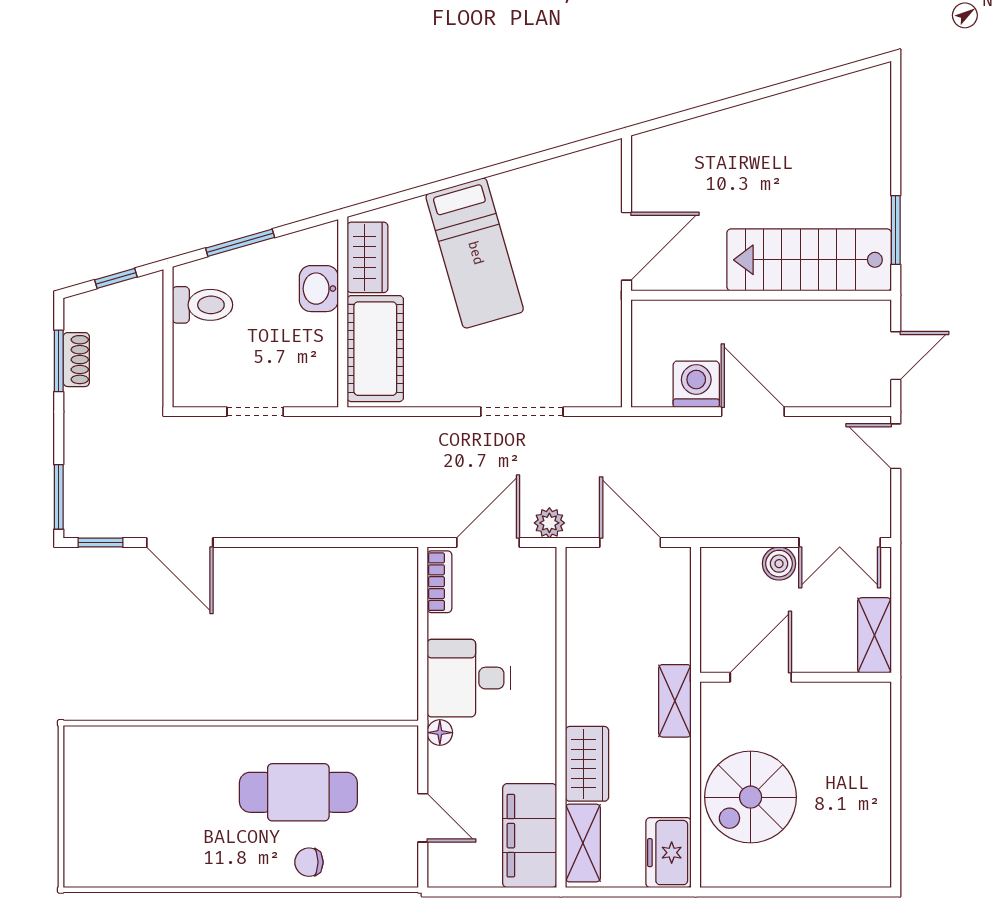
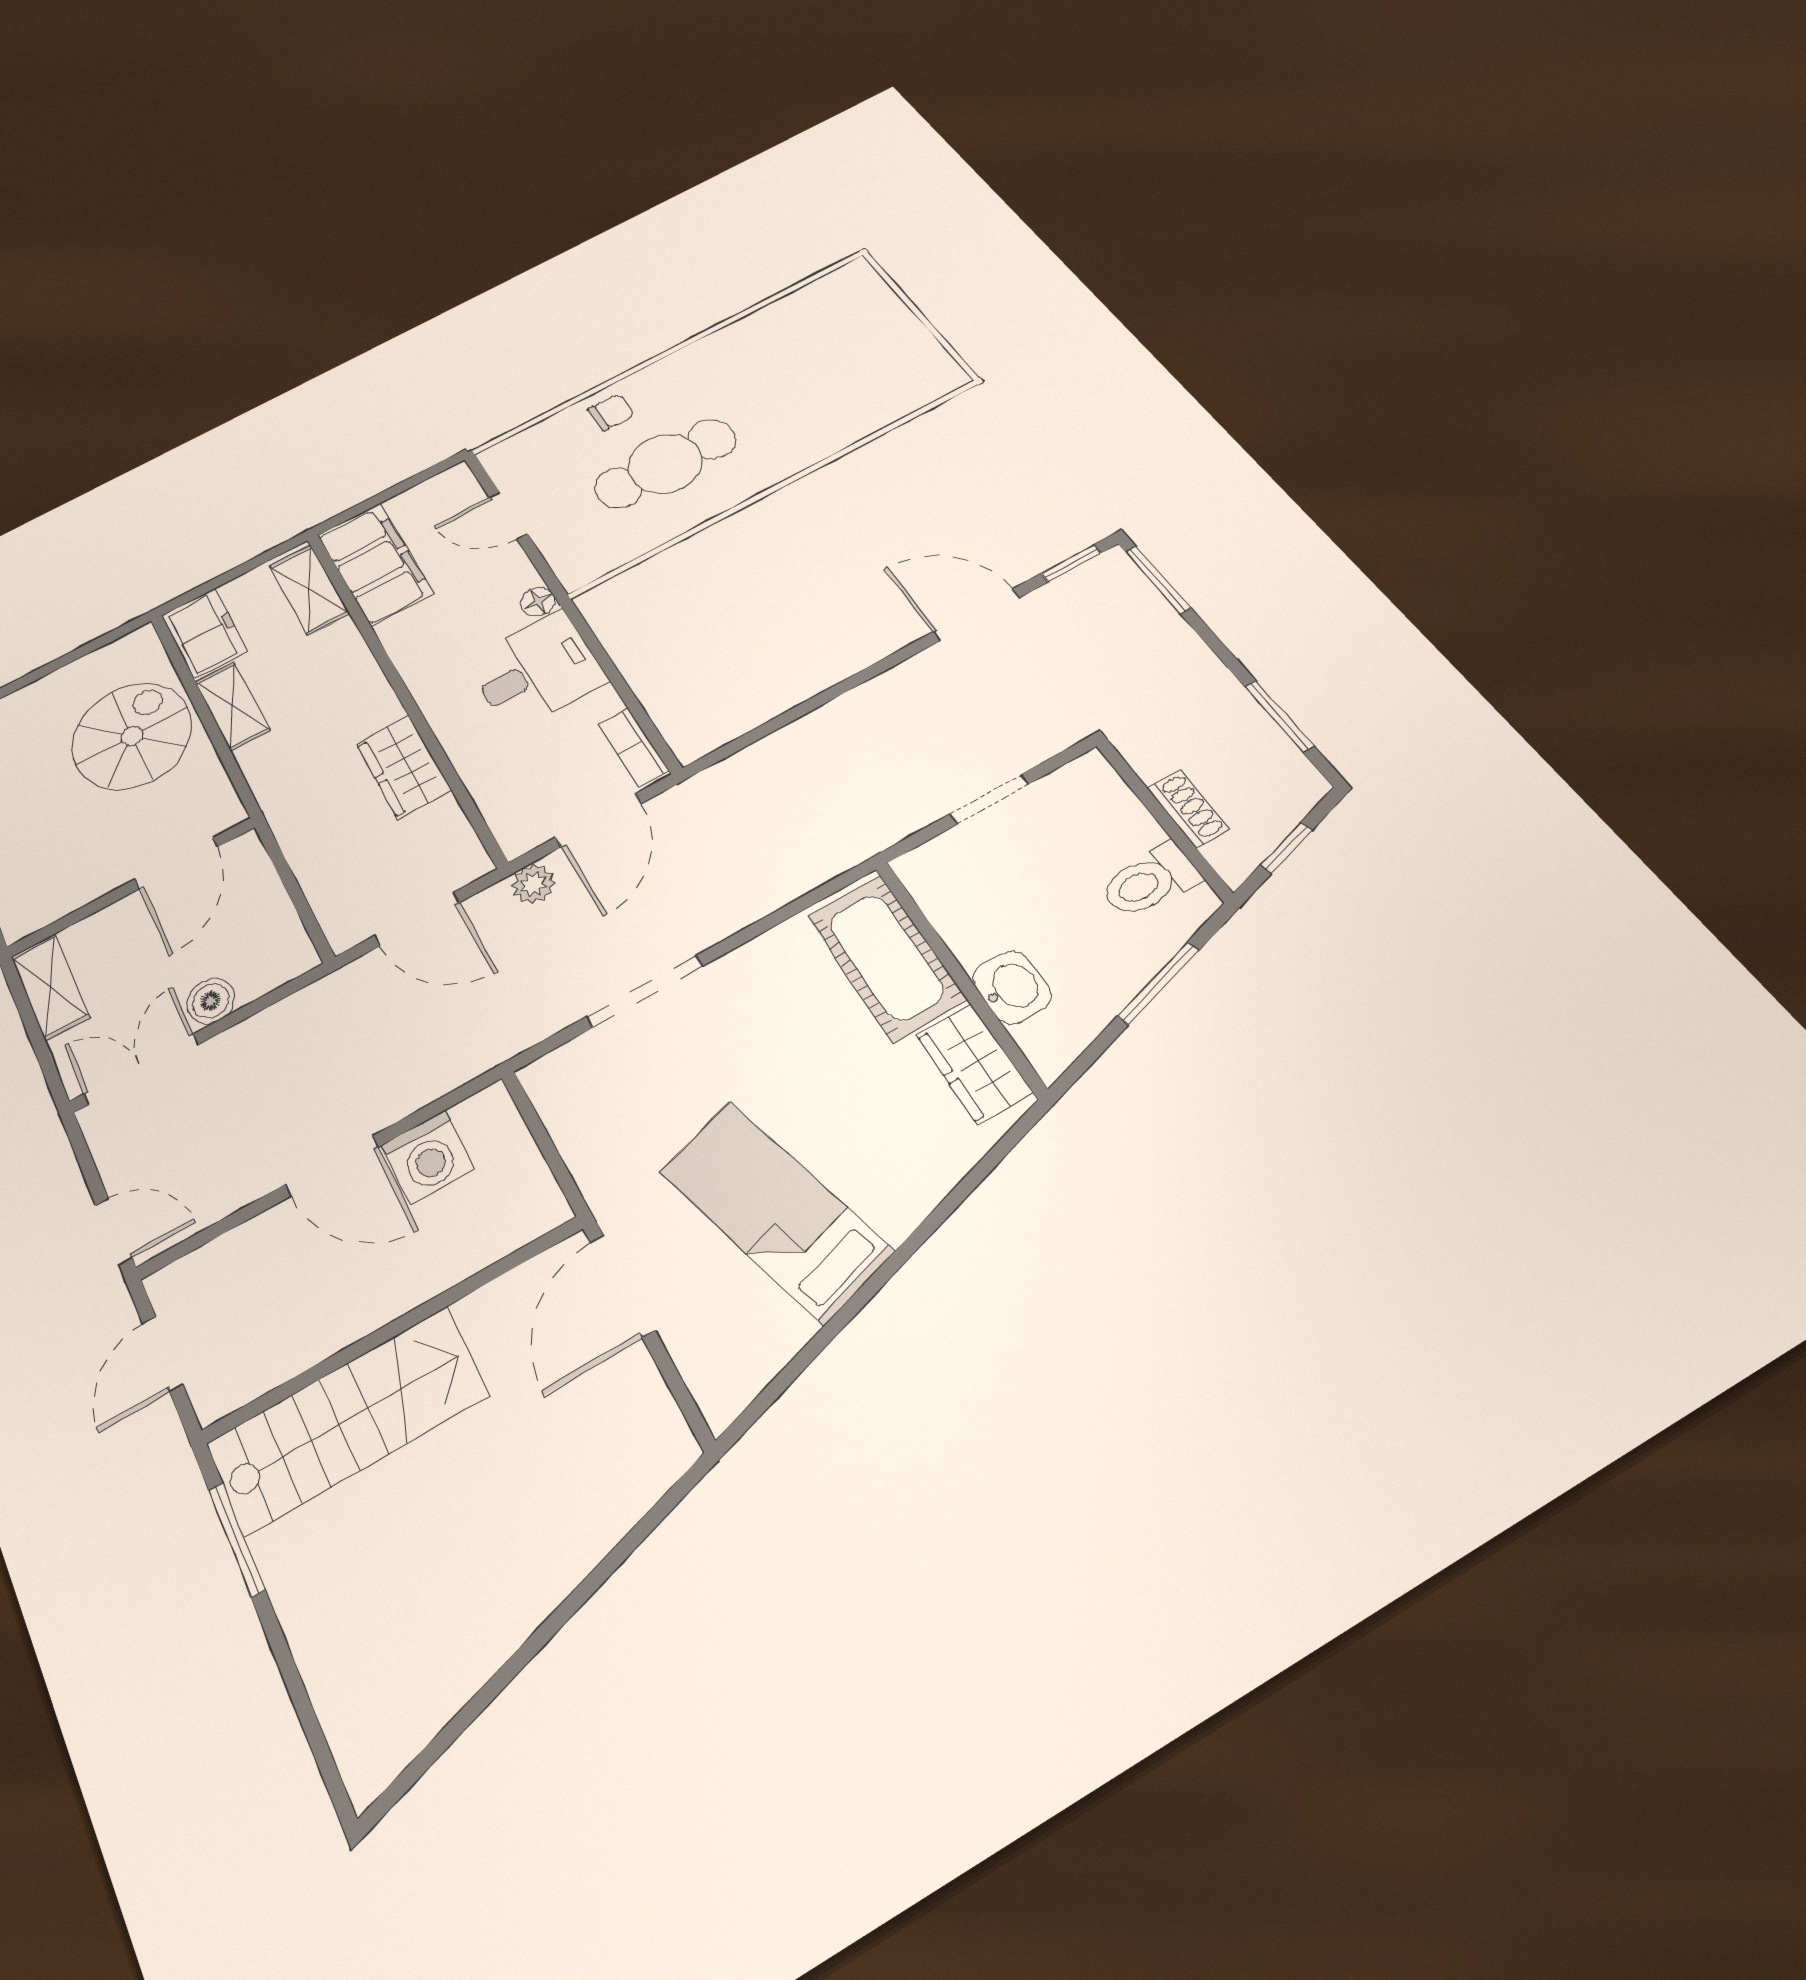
bed: (475, 253) -> (775, 1211), moved
shoe rack: (76, 360) -> (1188, 809), moved, turned 180
shelving: (675, 701) -> (232, 706), moved
wardrobe: (587, 764) -> (403, 767), moved

